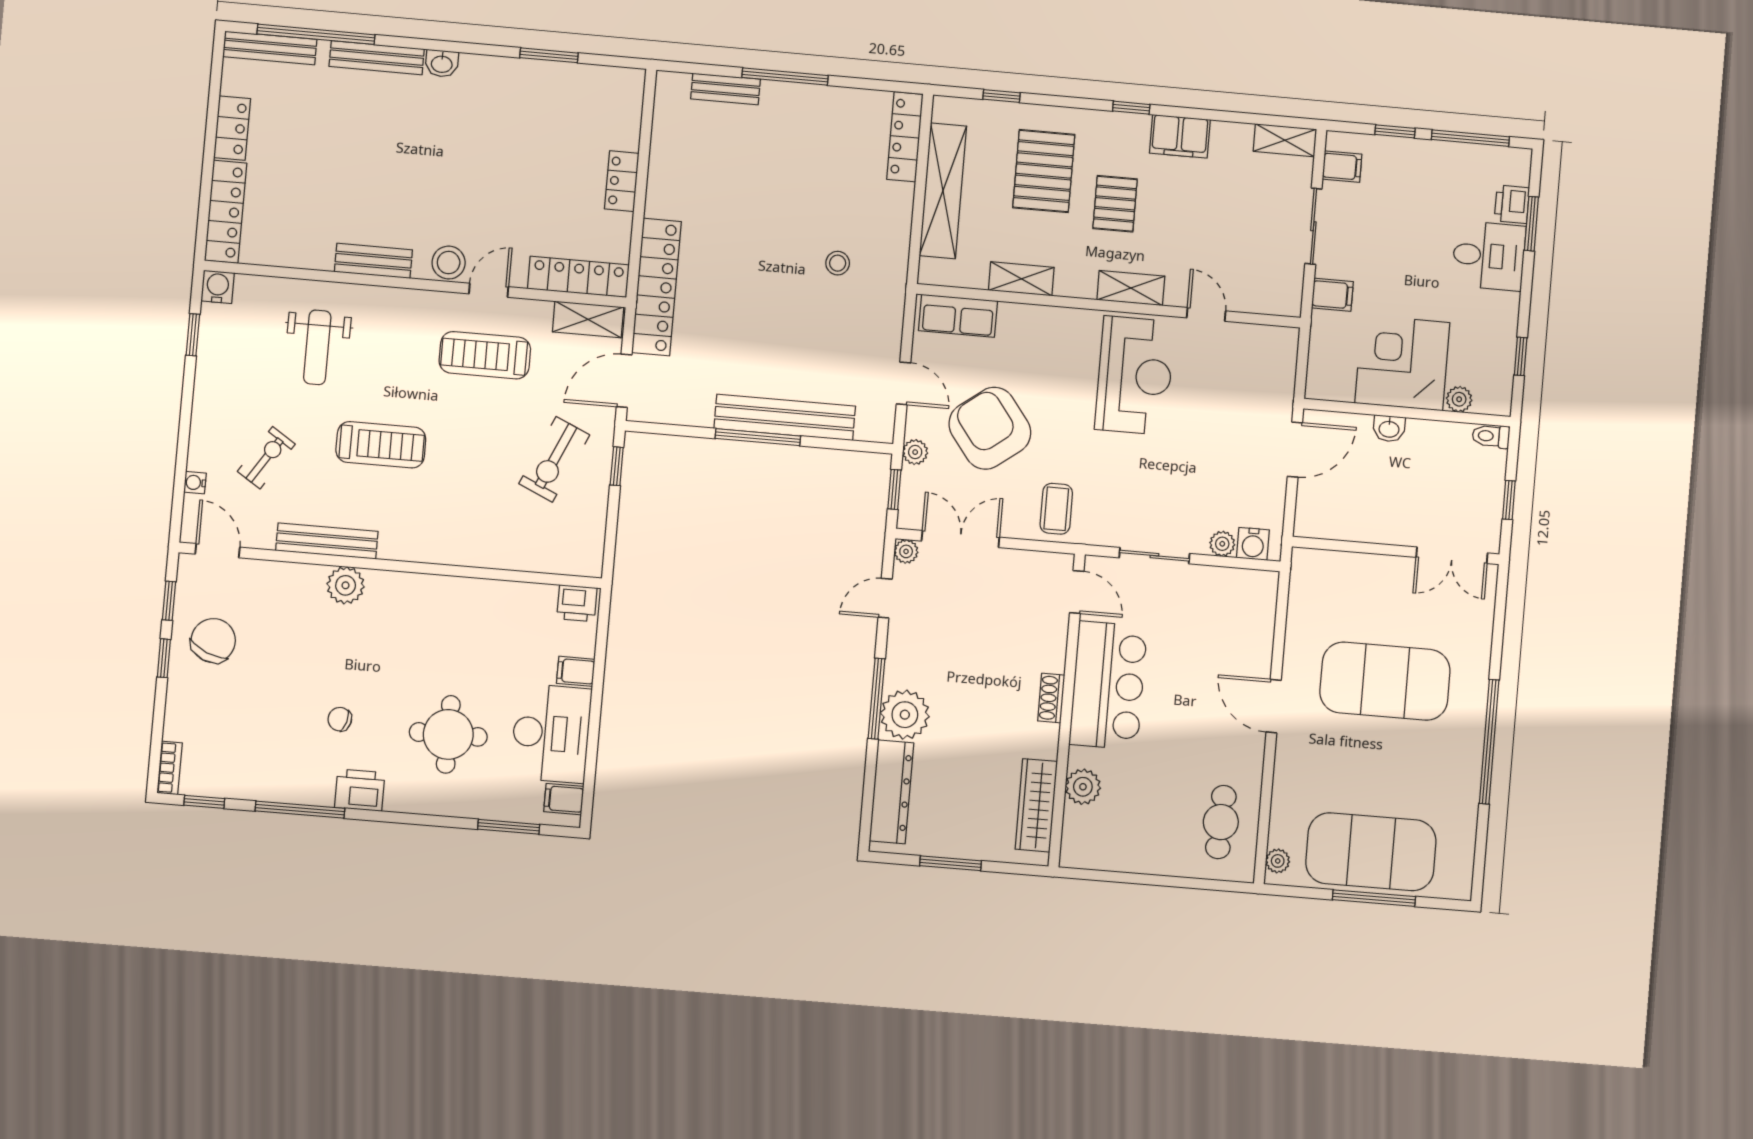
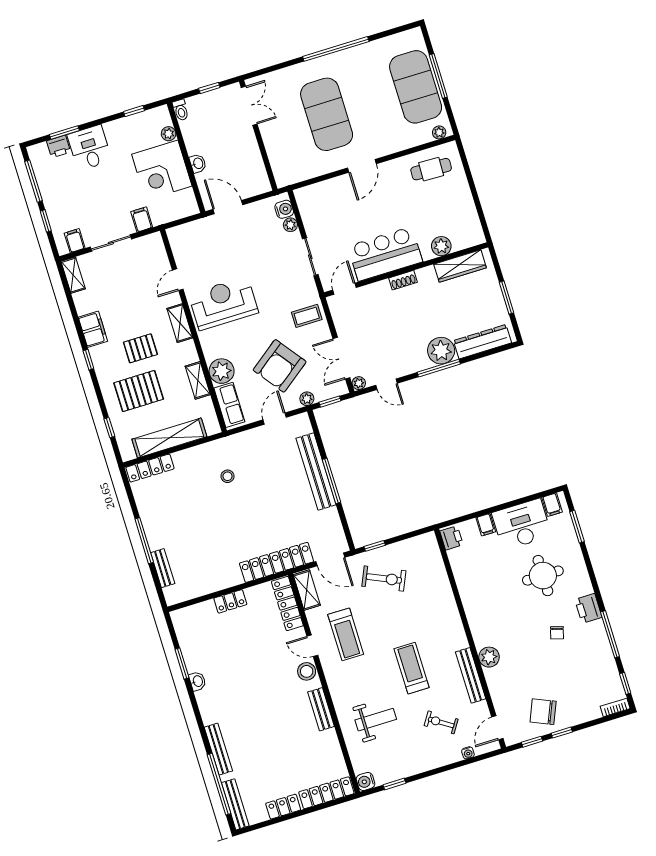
washbasin: (442, 64) -> (197, 681), moved
plant: (1021, 326) -> (222, 371), added

